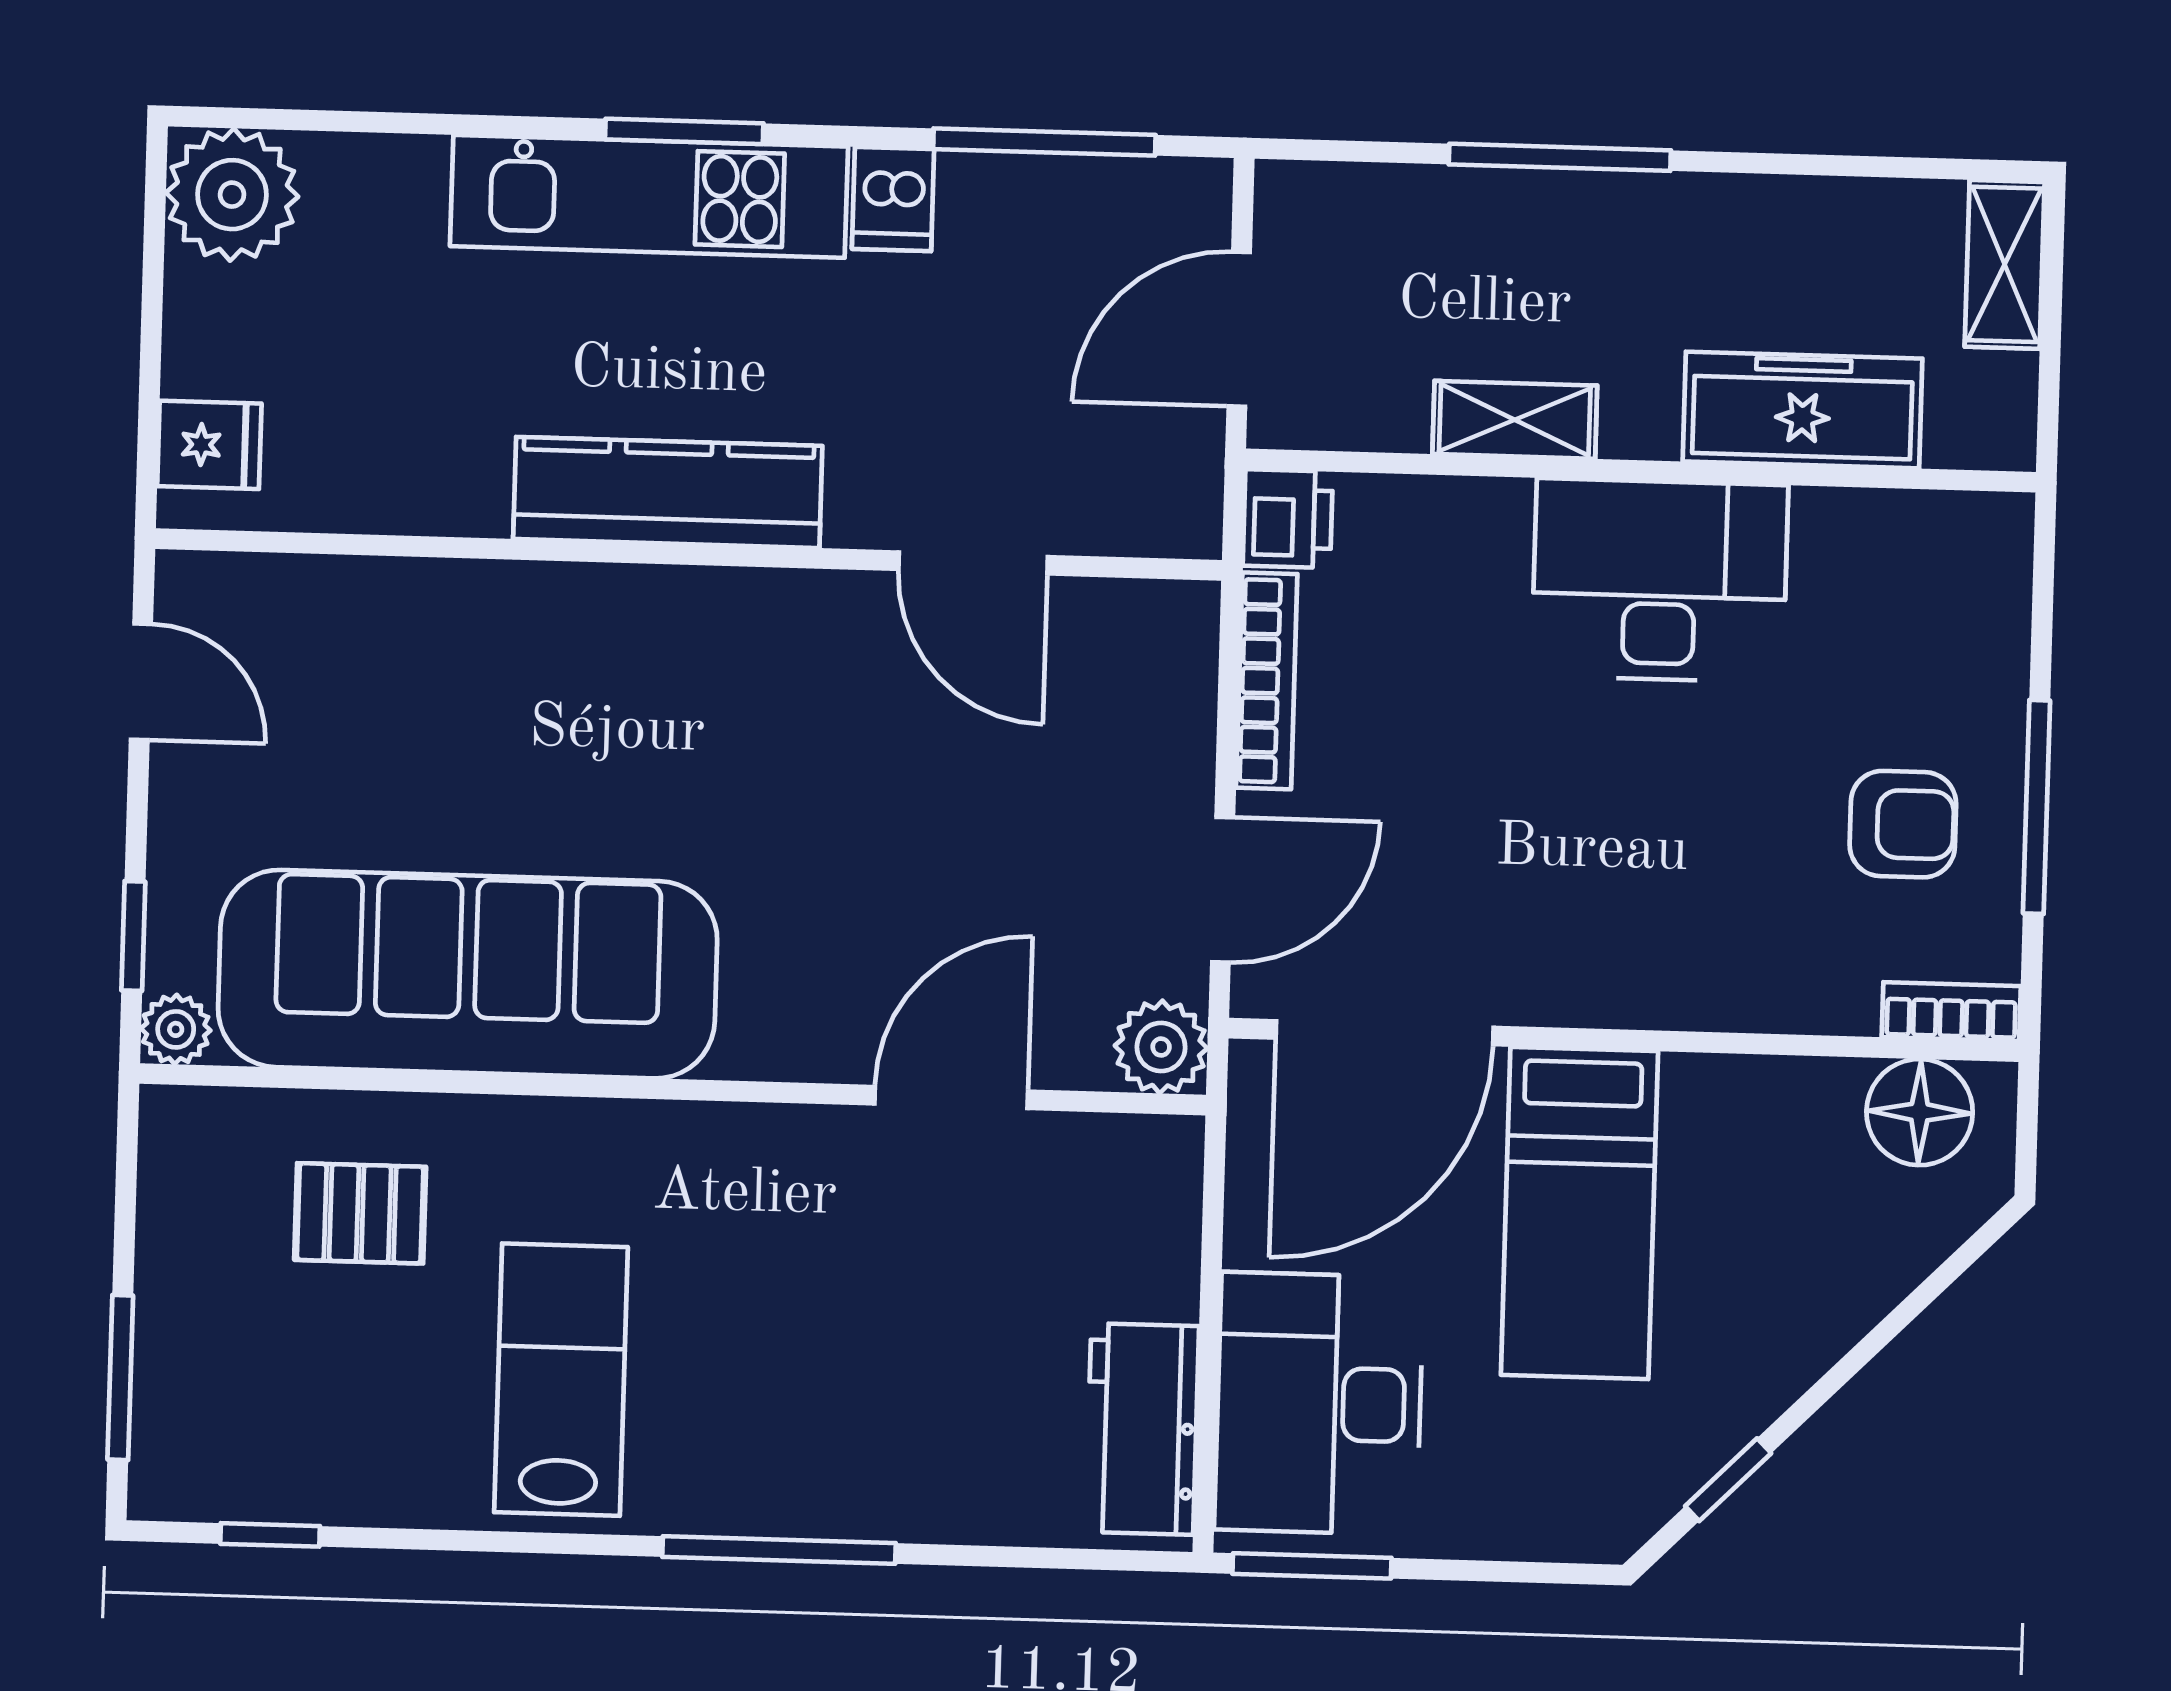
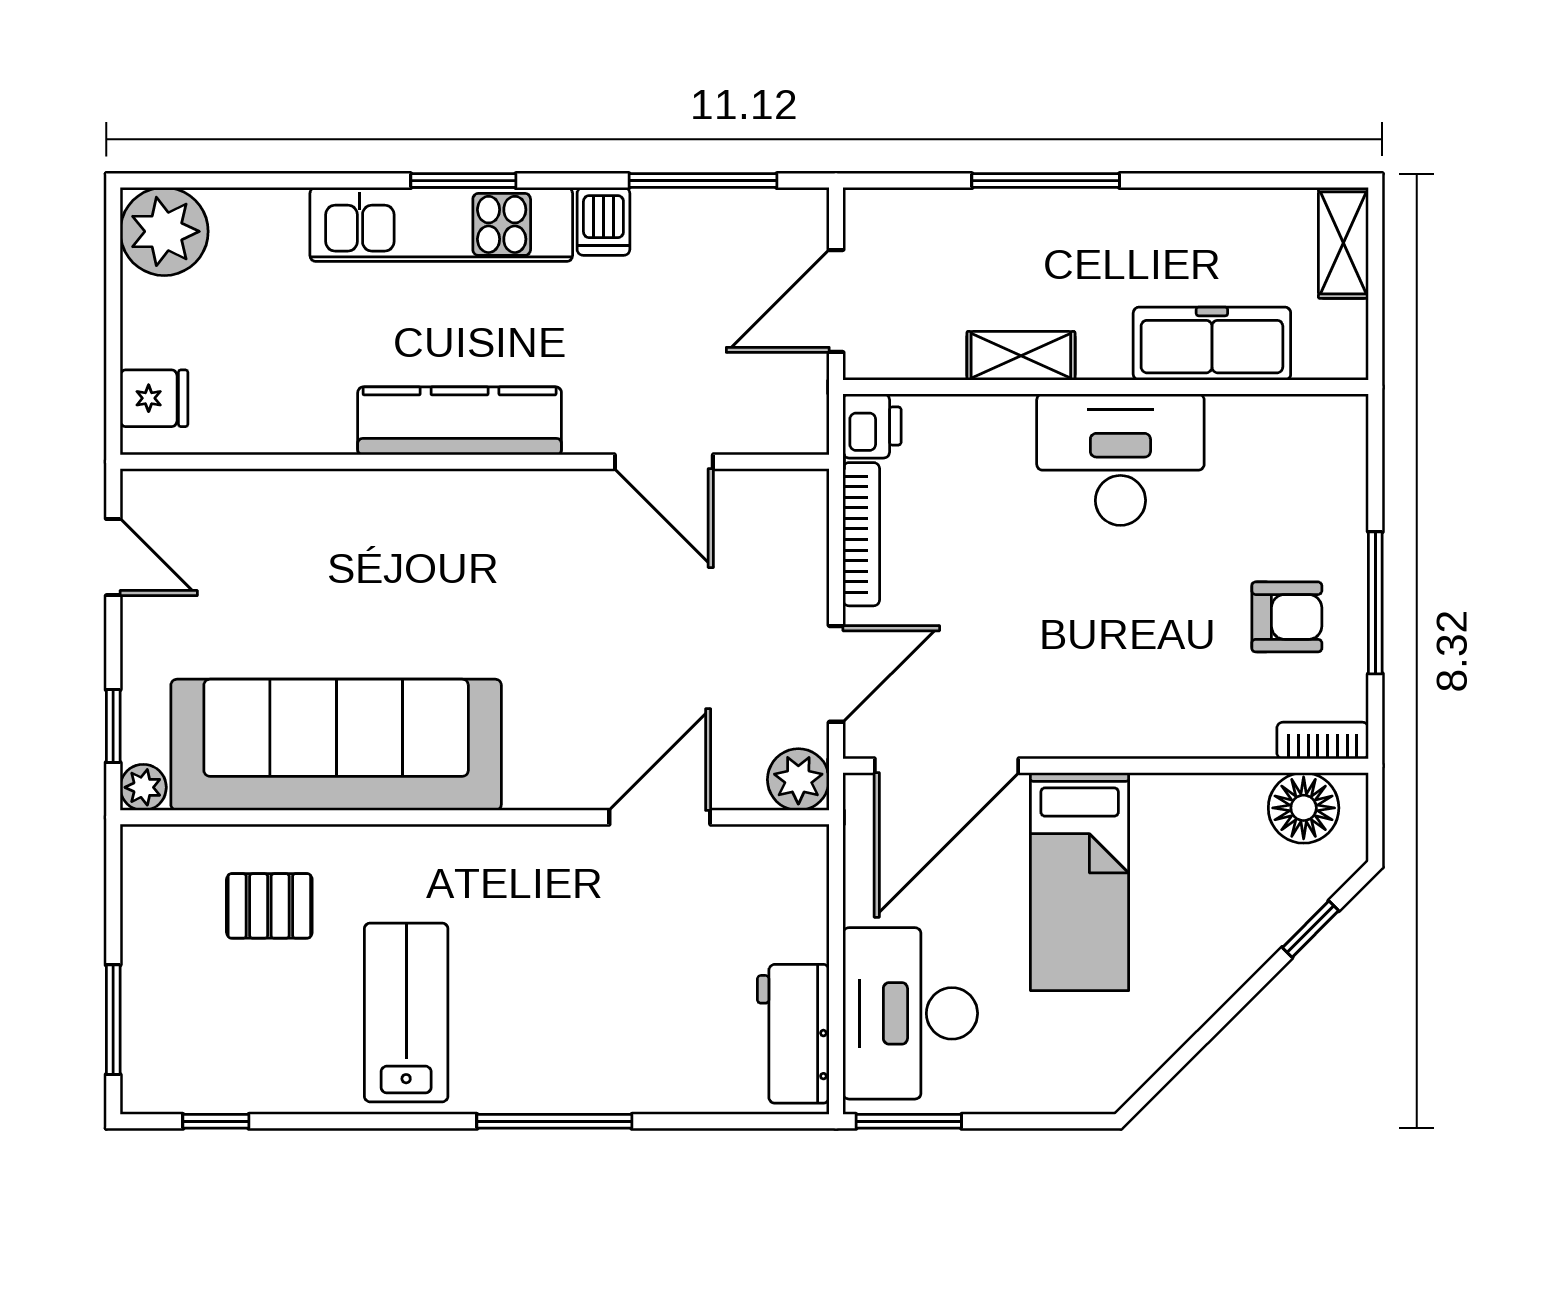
window: (1728, 1480) -> (1310, 929), moved

